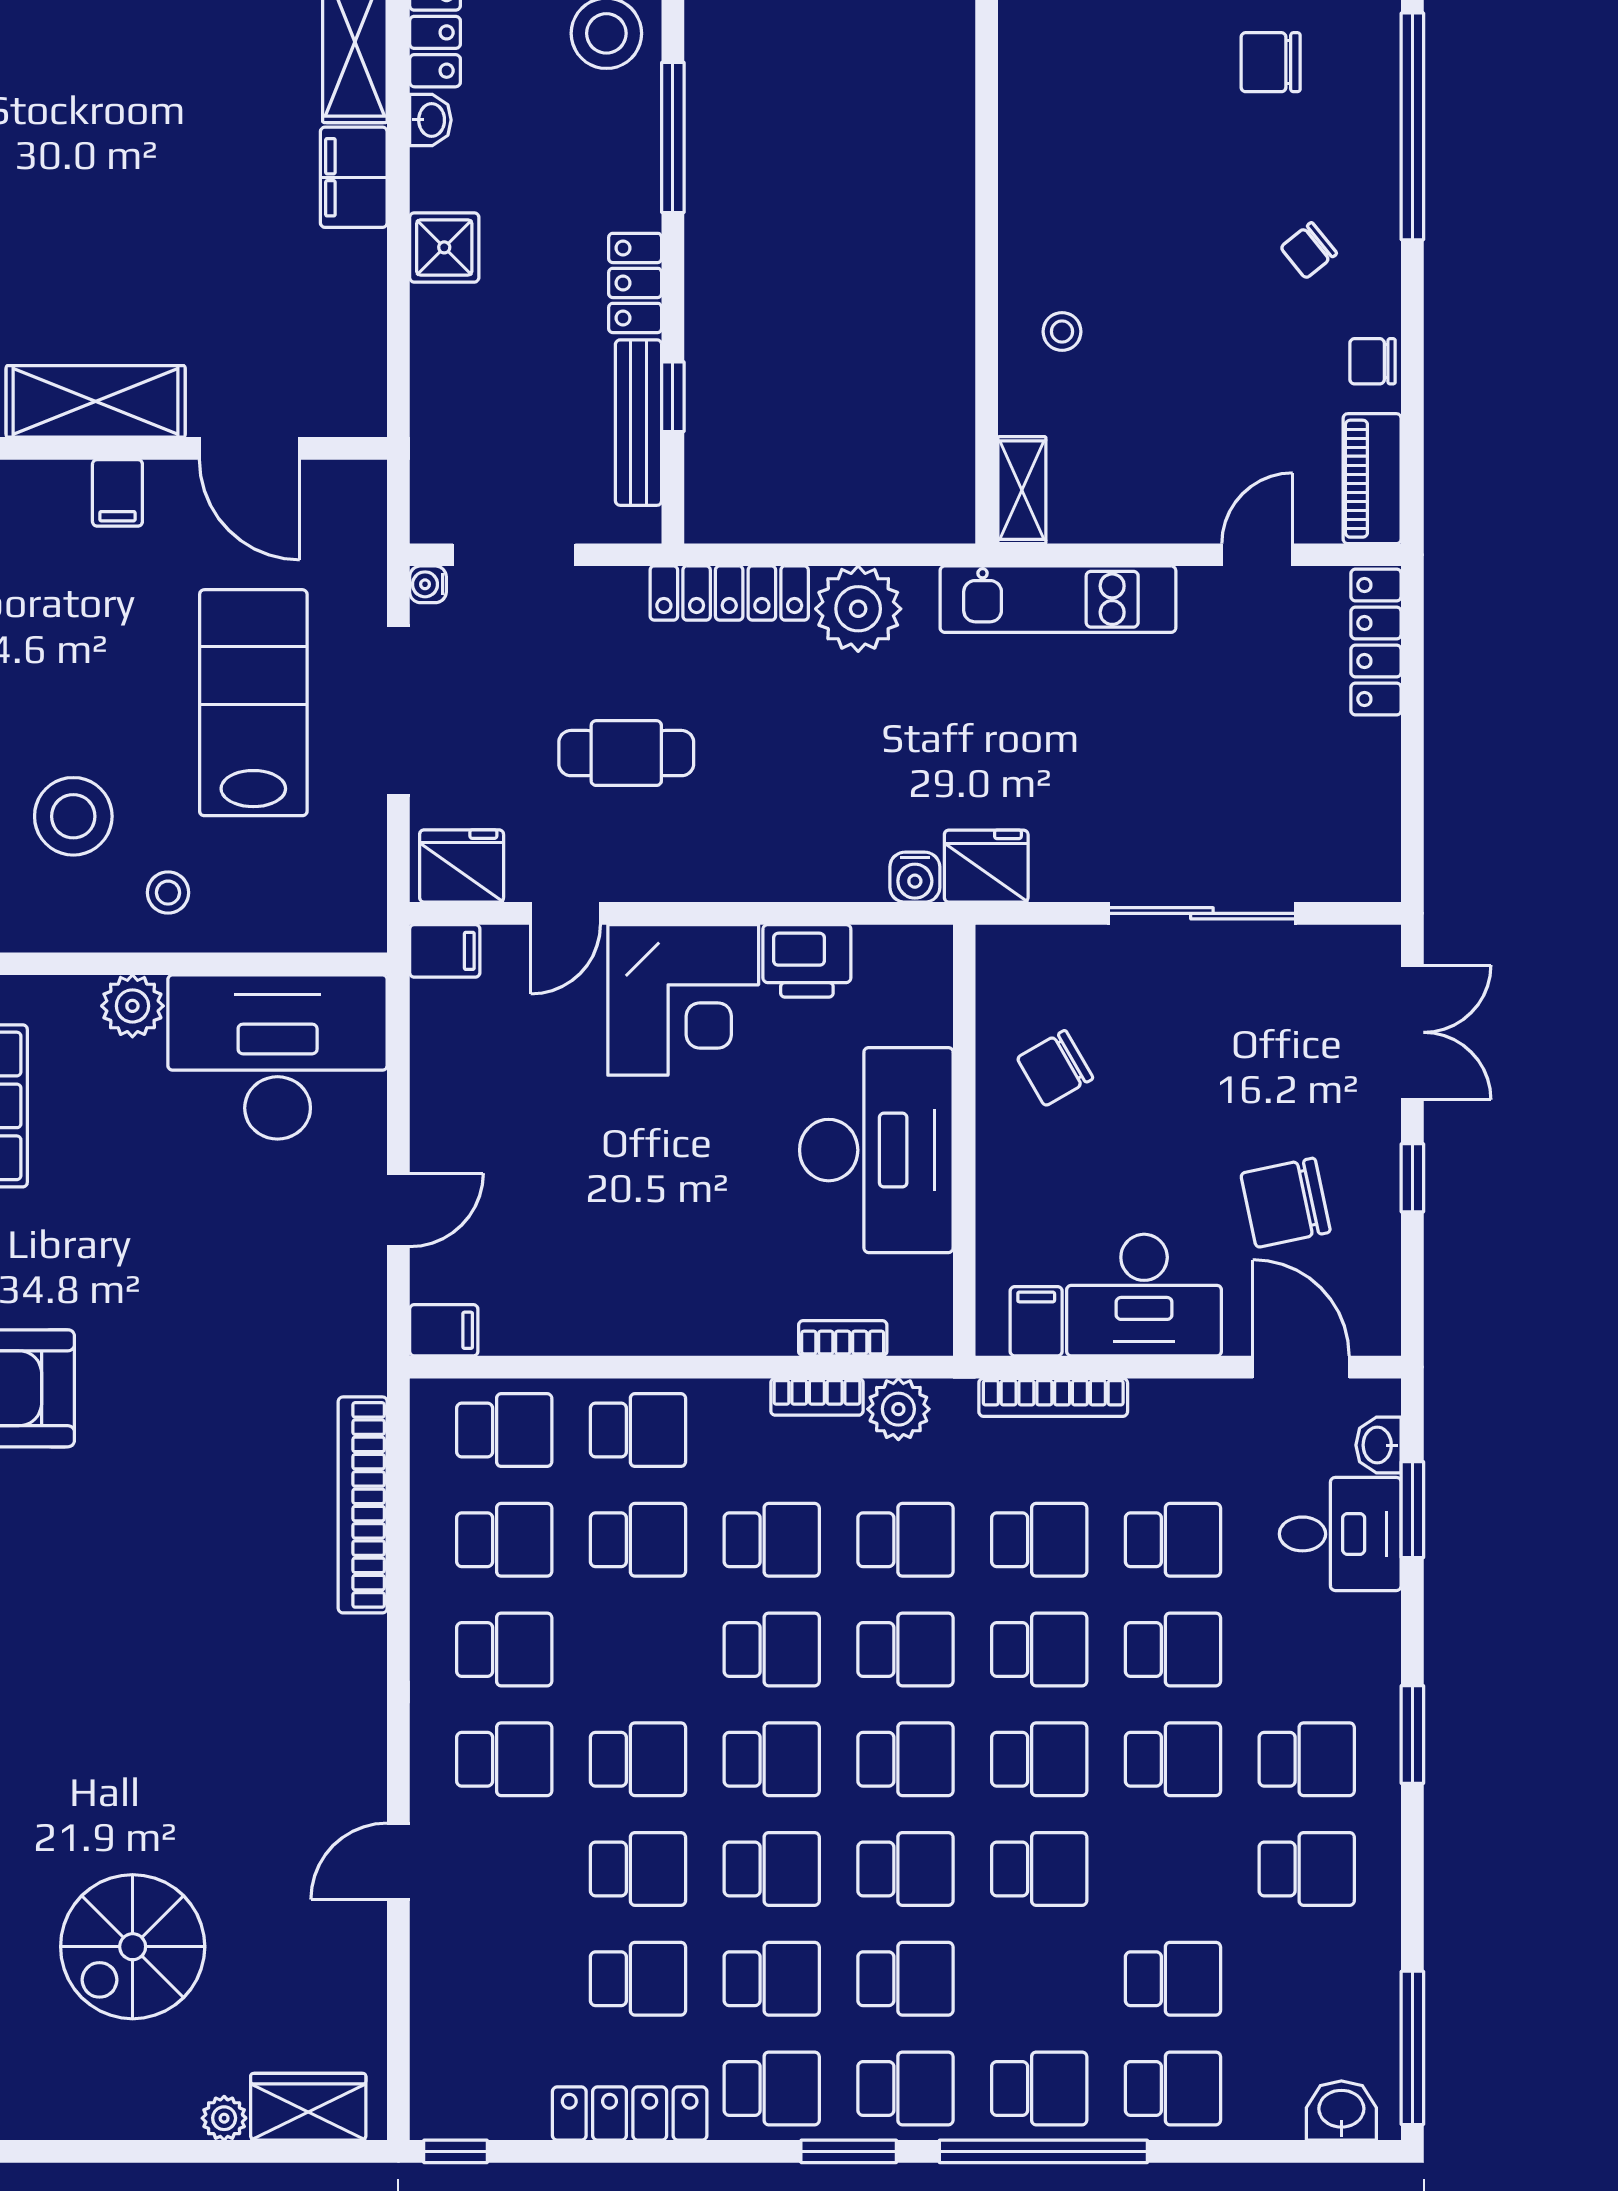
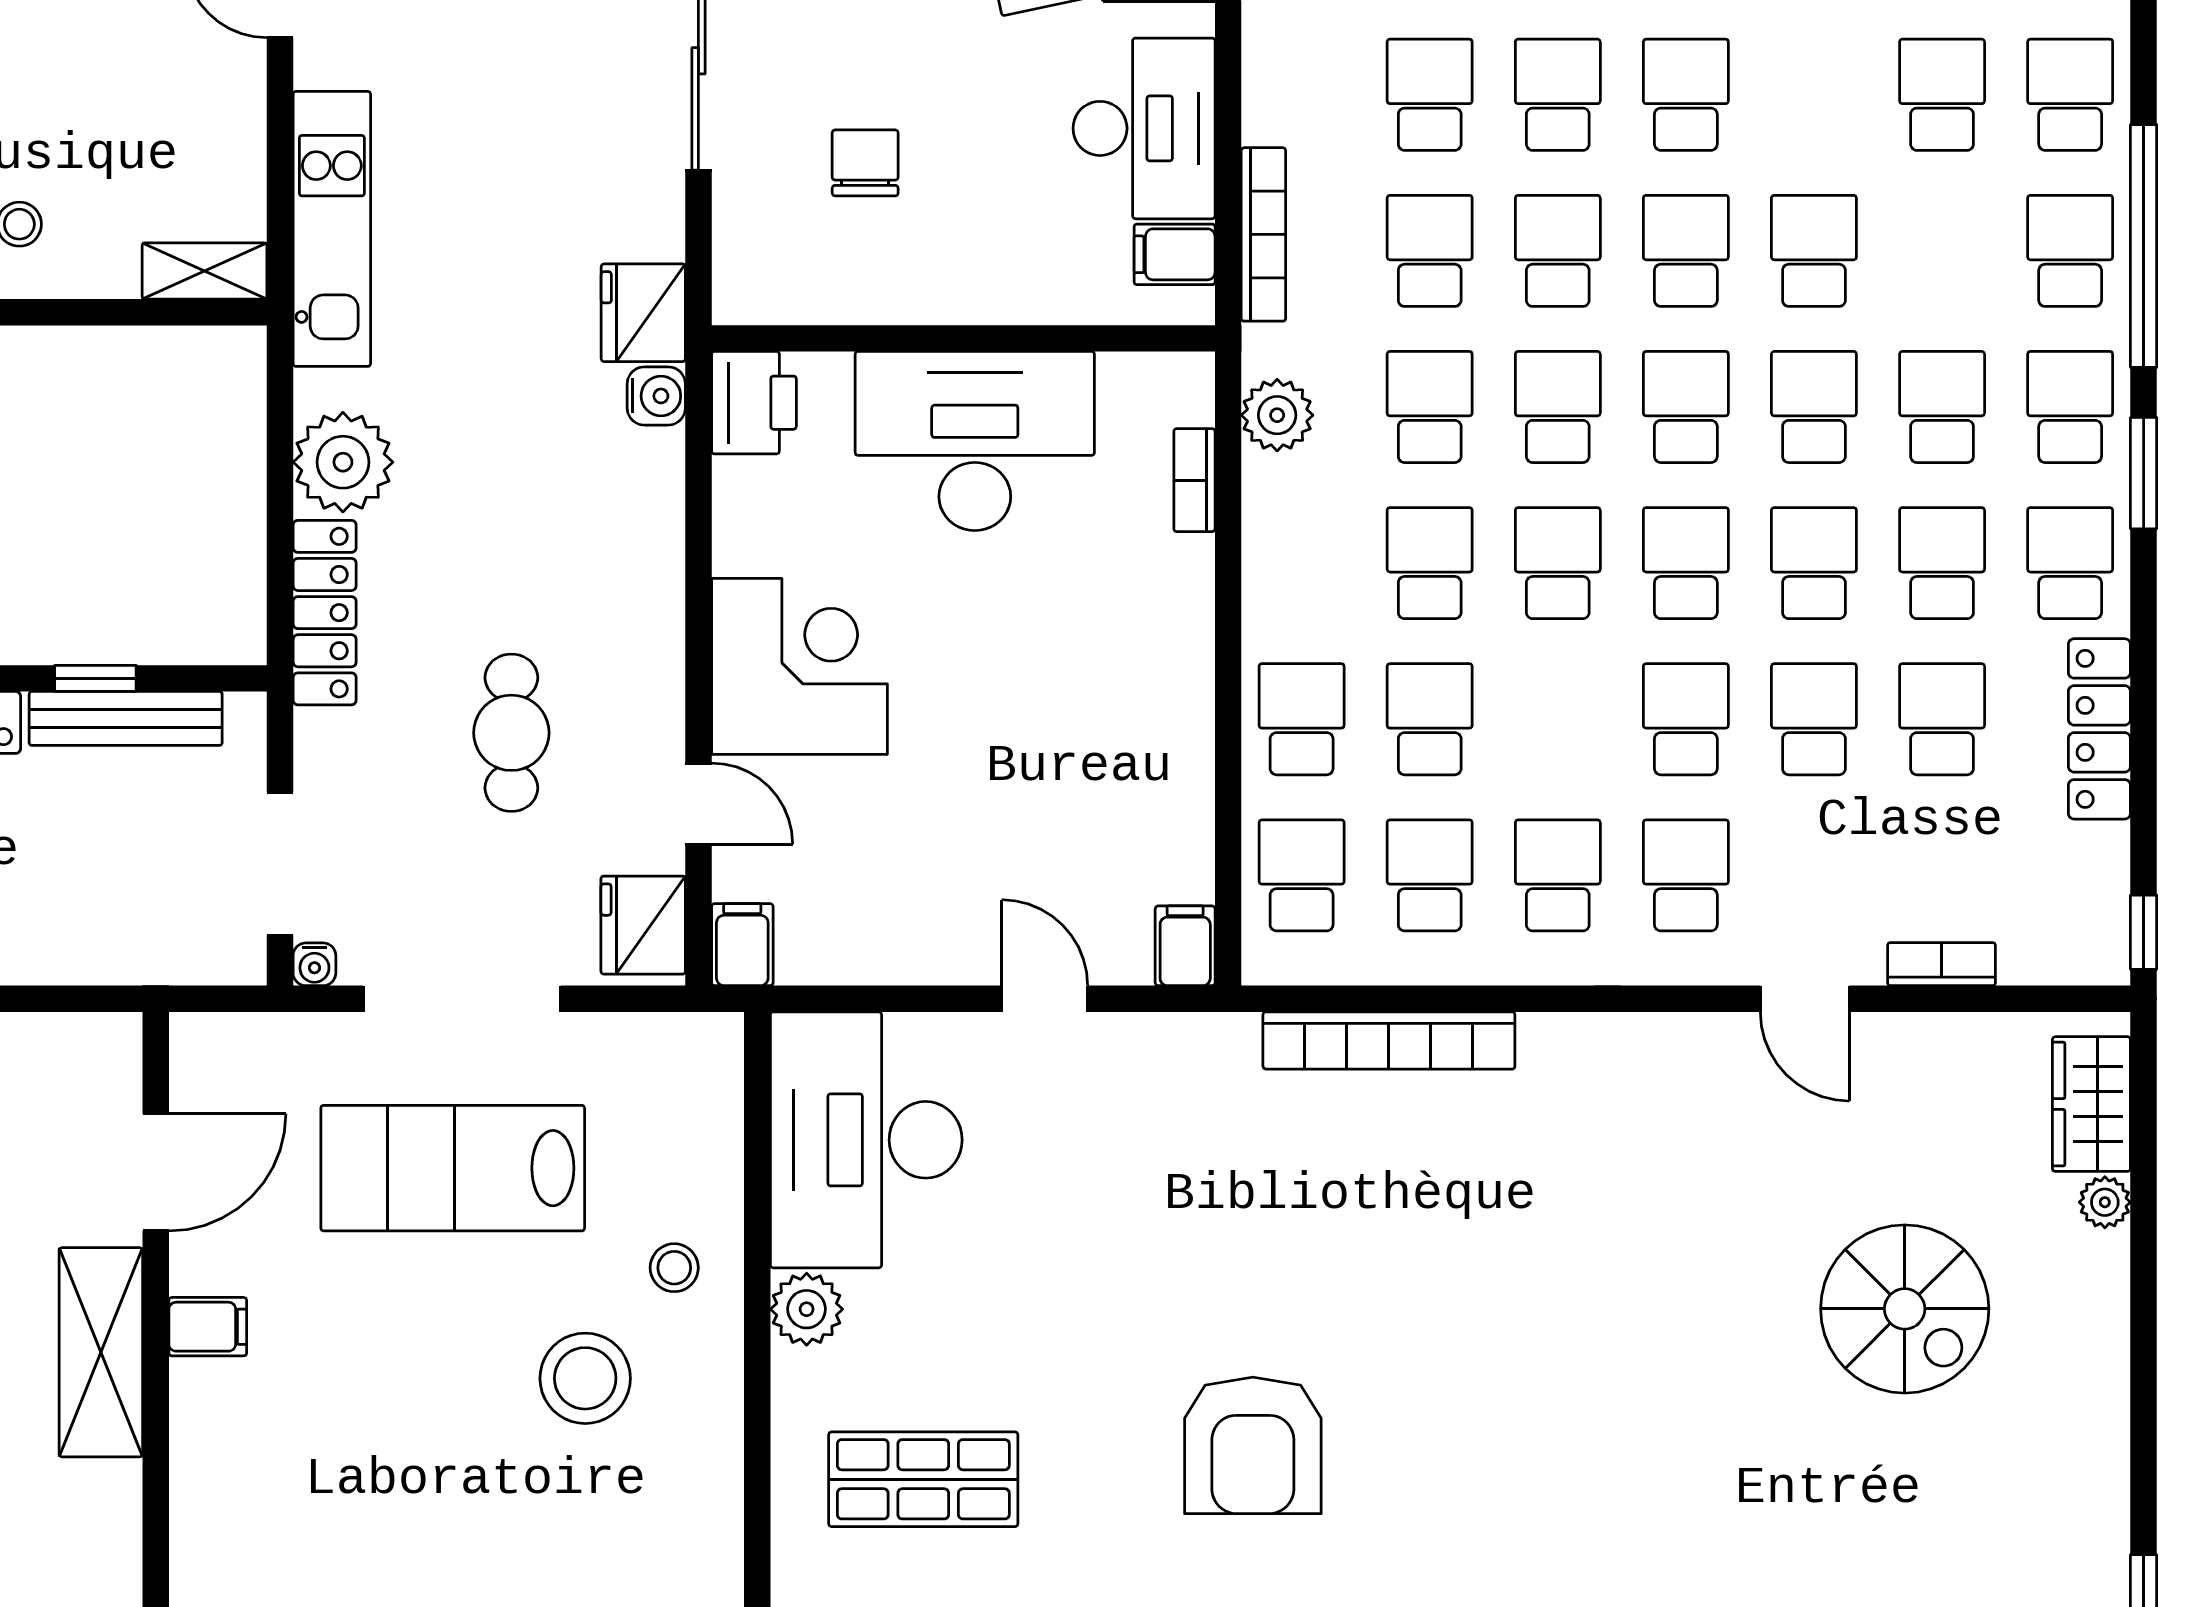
printer: (807, 961) -> (754, 403), moved
chair: (1055, 1068) -> (865, 163), moved, turned -150
bookcase: (817, 1397) -> (1941, 964), moved, turned -90

